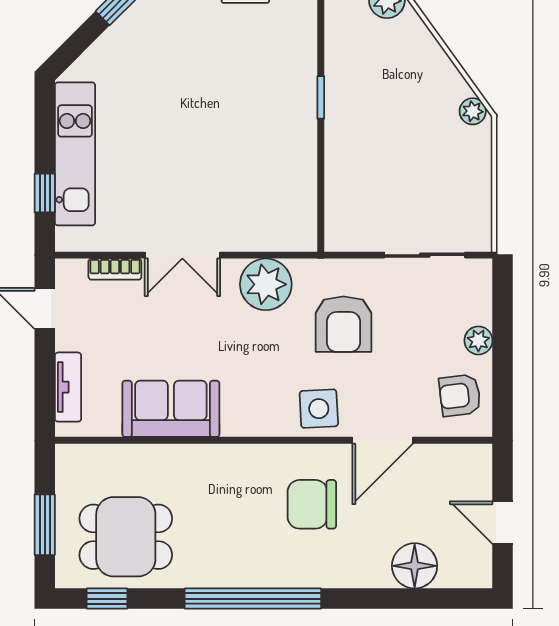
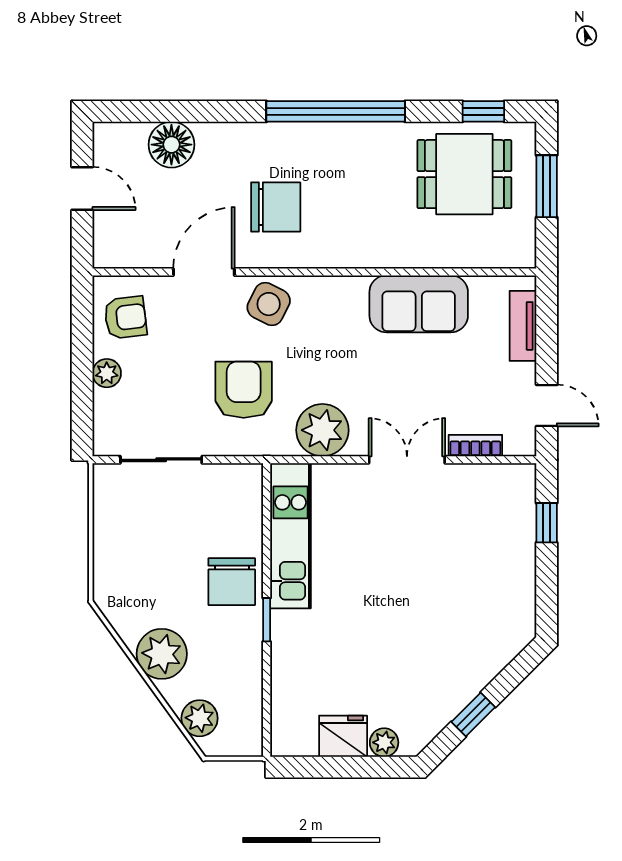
plant: (473, 111) -> (162, 654), moved, width x1.87, depth x1.87
chair: (355, 135) -> (232, 582), added
kitchen unit: (75, 154) -> (291, 536), moved, turned 180
side table: (319, 409) -> (269, 304), turned 30

